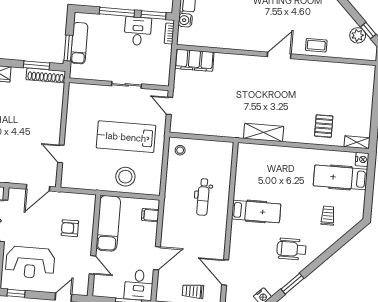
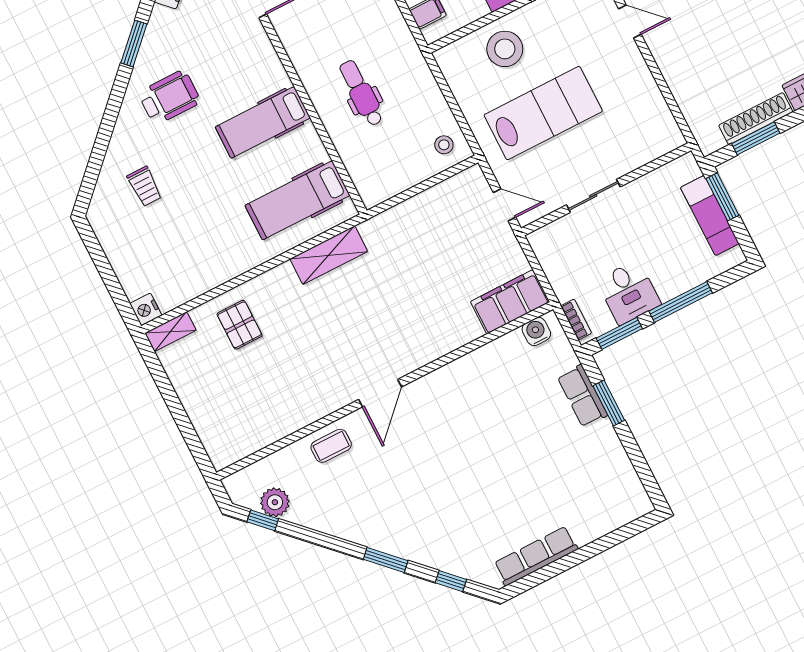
water cooler: (185, 20) -> (536, 331), moved, turned -90
shoe rack: (46, 75) -> (756, 119), moved
hospital bed: (340, 177) -> (297, 200), moved, turned 180

